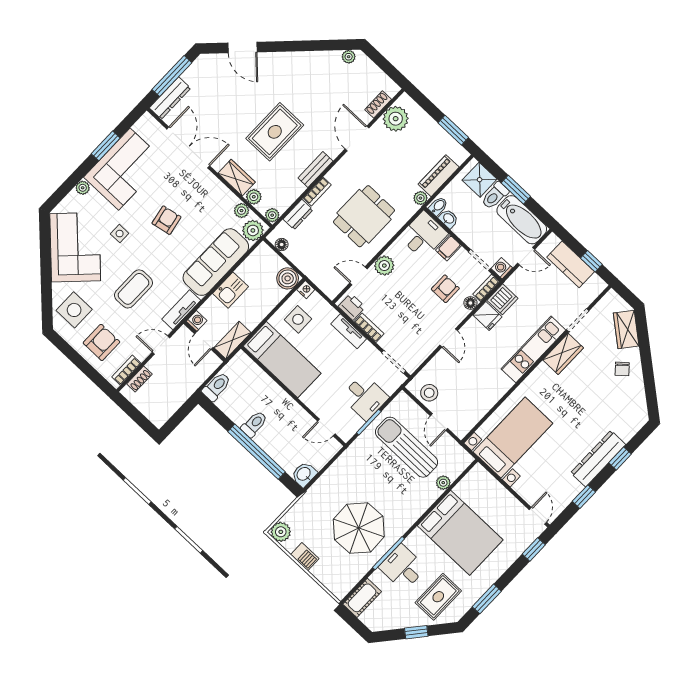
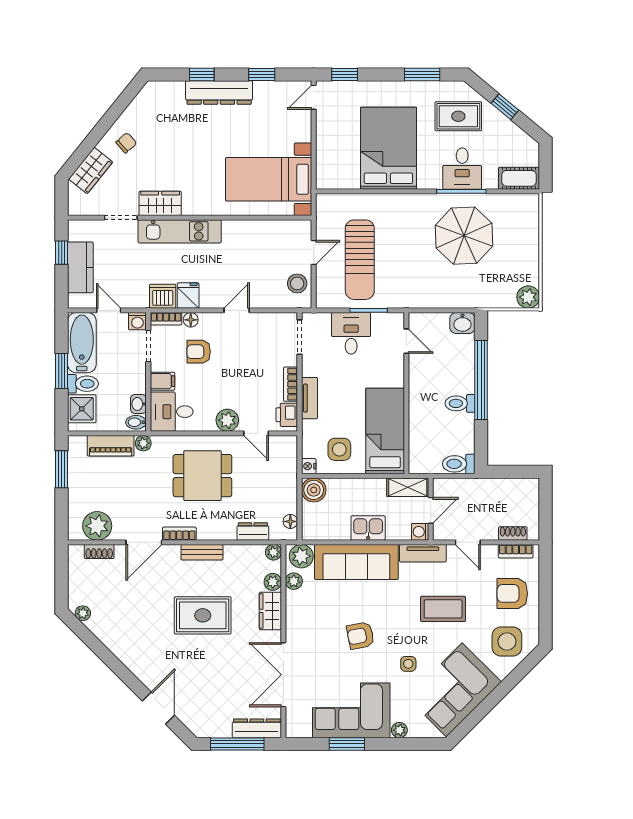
bookcase: (317, 192) -> (179, 534), moved
plant: (443, 483) -> (360, 201), removed
barbecue: (305, 557) -> (530, 258), removed

